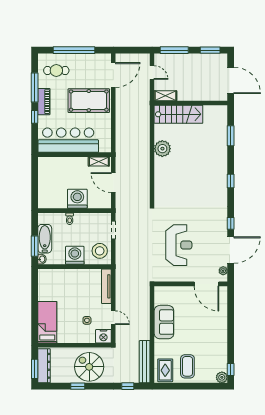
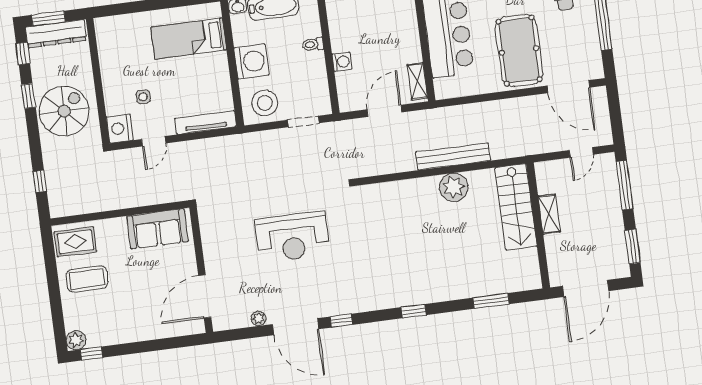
shelving: (165, 96) -> (549, 214), moved
washing machine: (77, 199) -> (342, 62), width x0.53, depth x0.53
wall: (191, 284) -> (201, 270), moved
door: (206, 284) -> (205, 296), moved
bed: (47, 322) -> (189, 38), moved, turned 180
bench: (145, 362) -> (453, 156), moved
window: (53, 386) -> (23, 53), added

